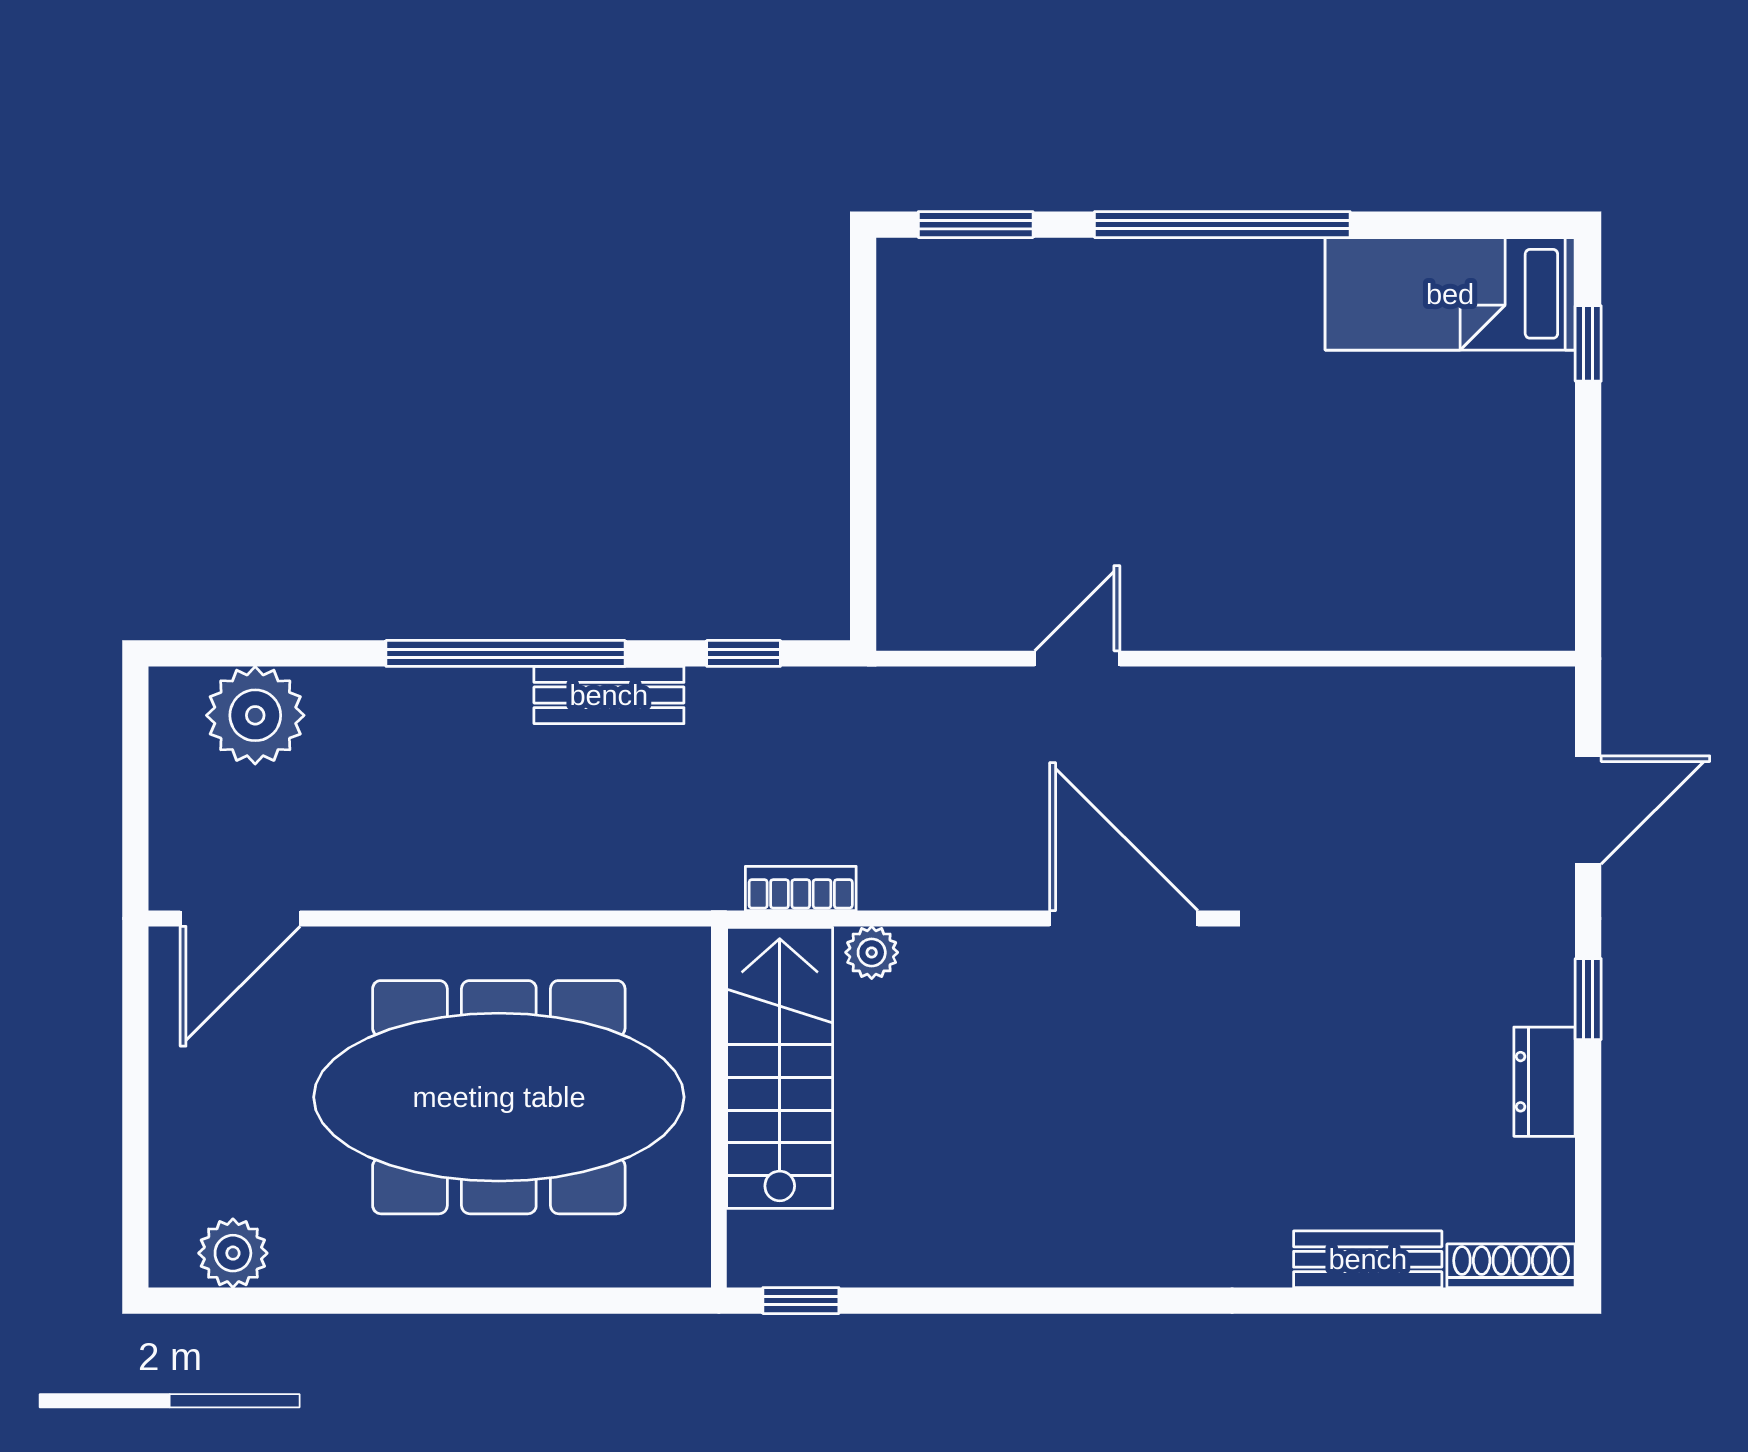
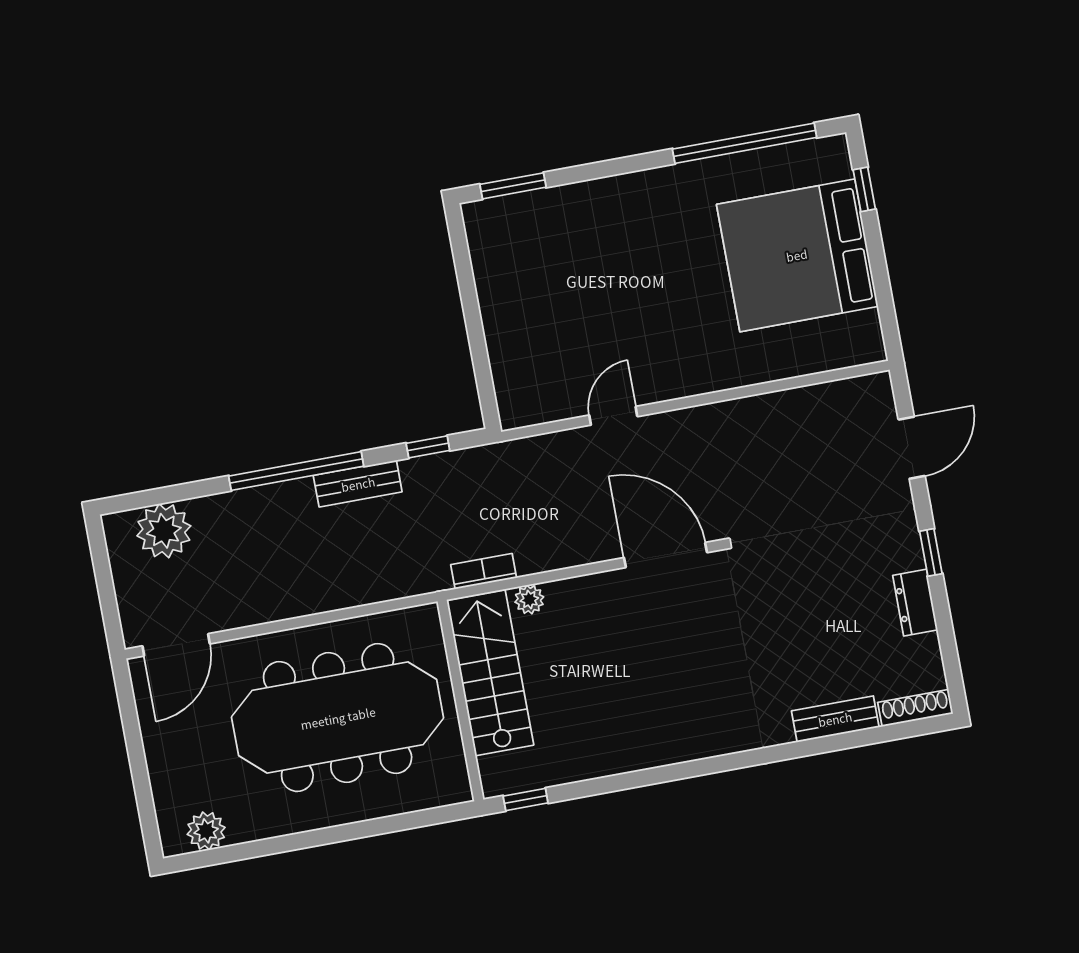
window: (1222, 225) -> (745, 143), moved
bed: (1450, 294) -> (797, 255), moved, width x2.04

